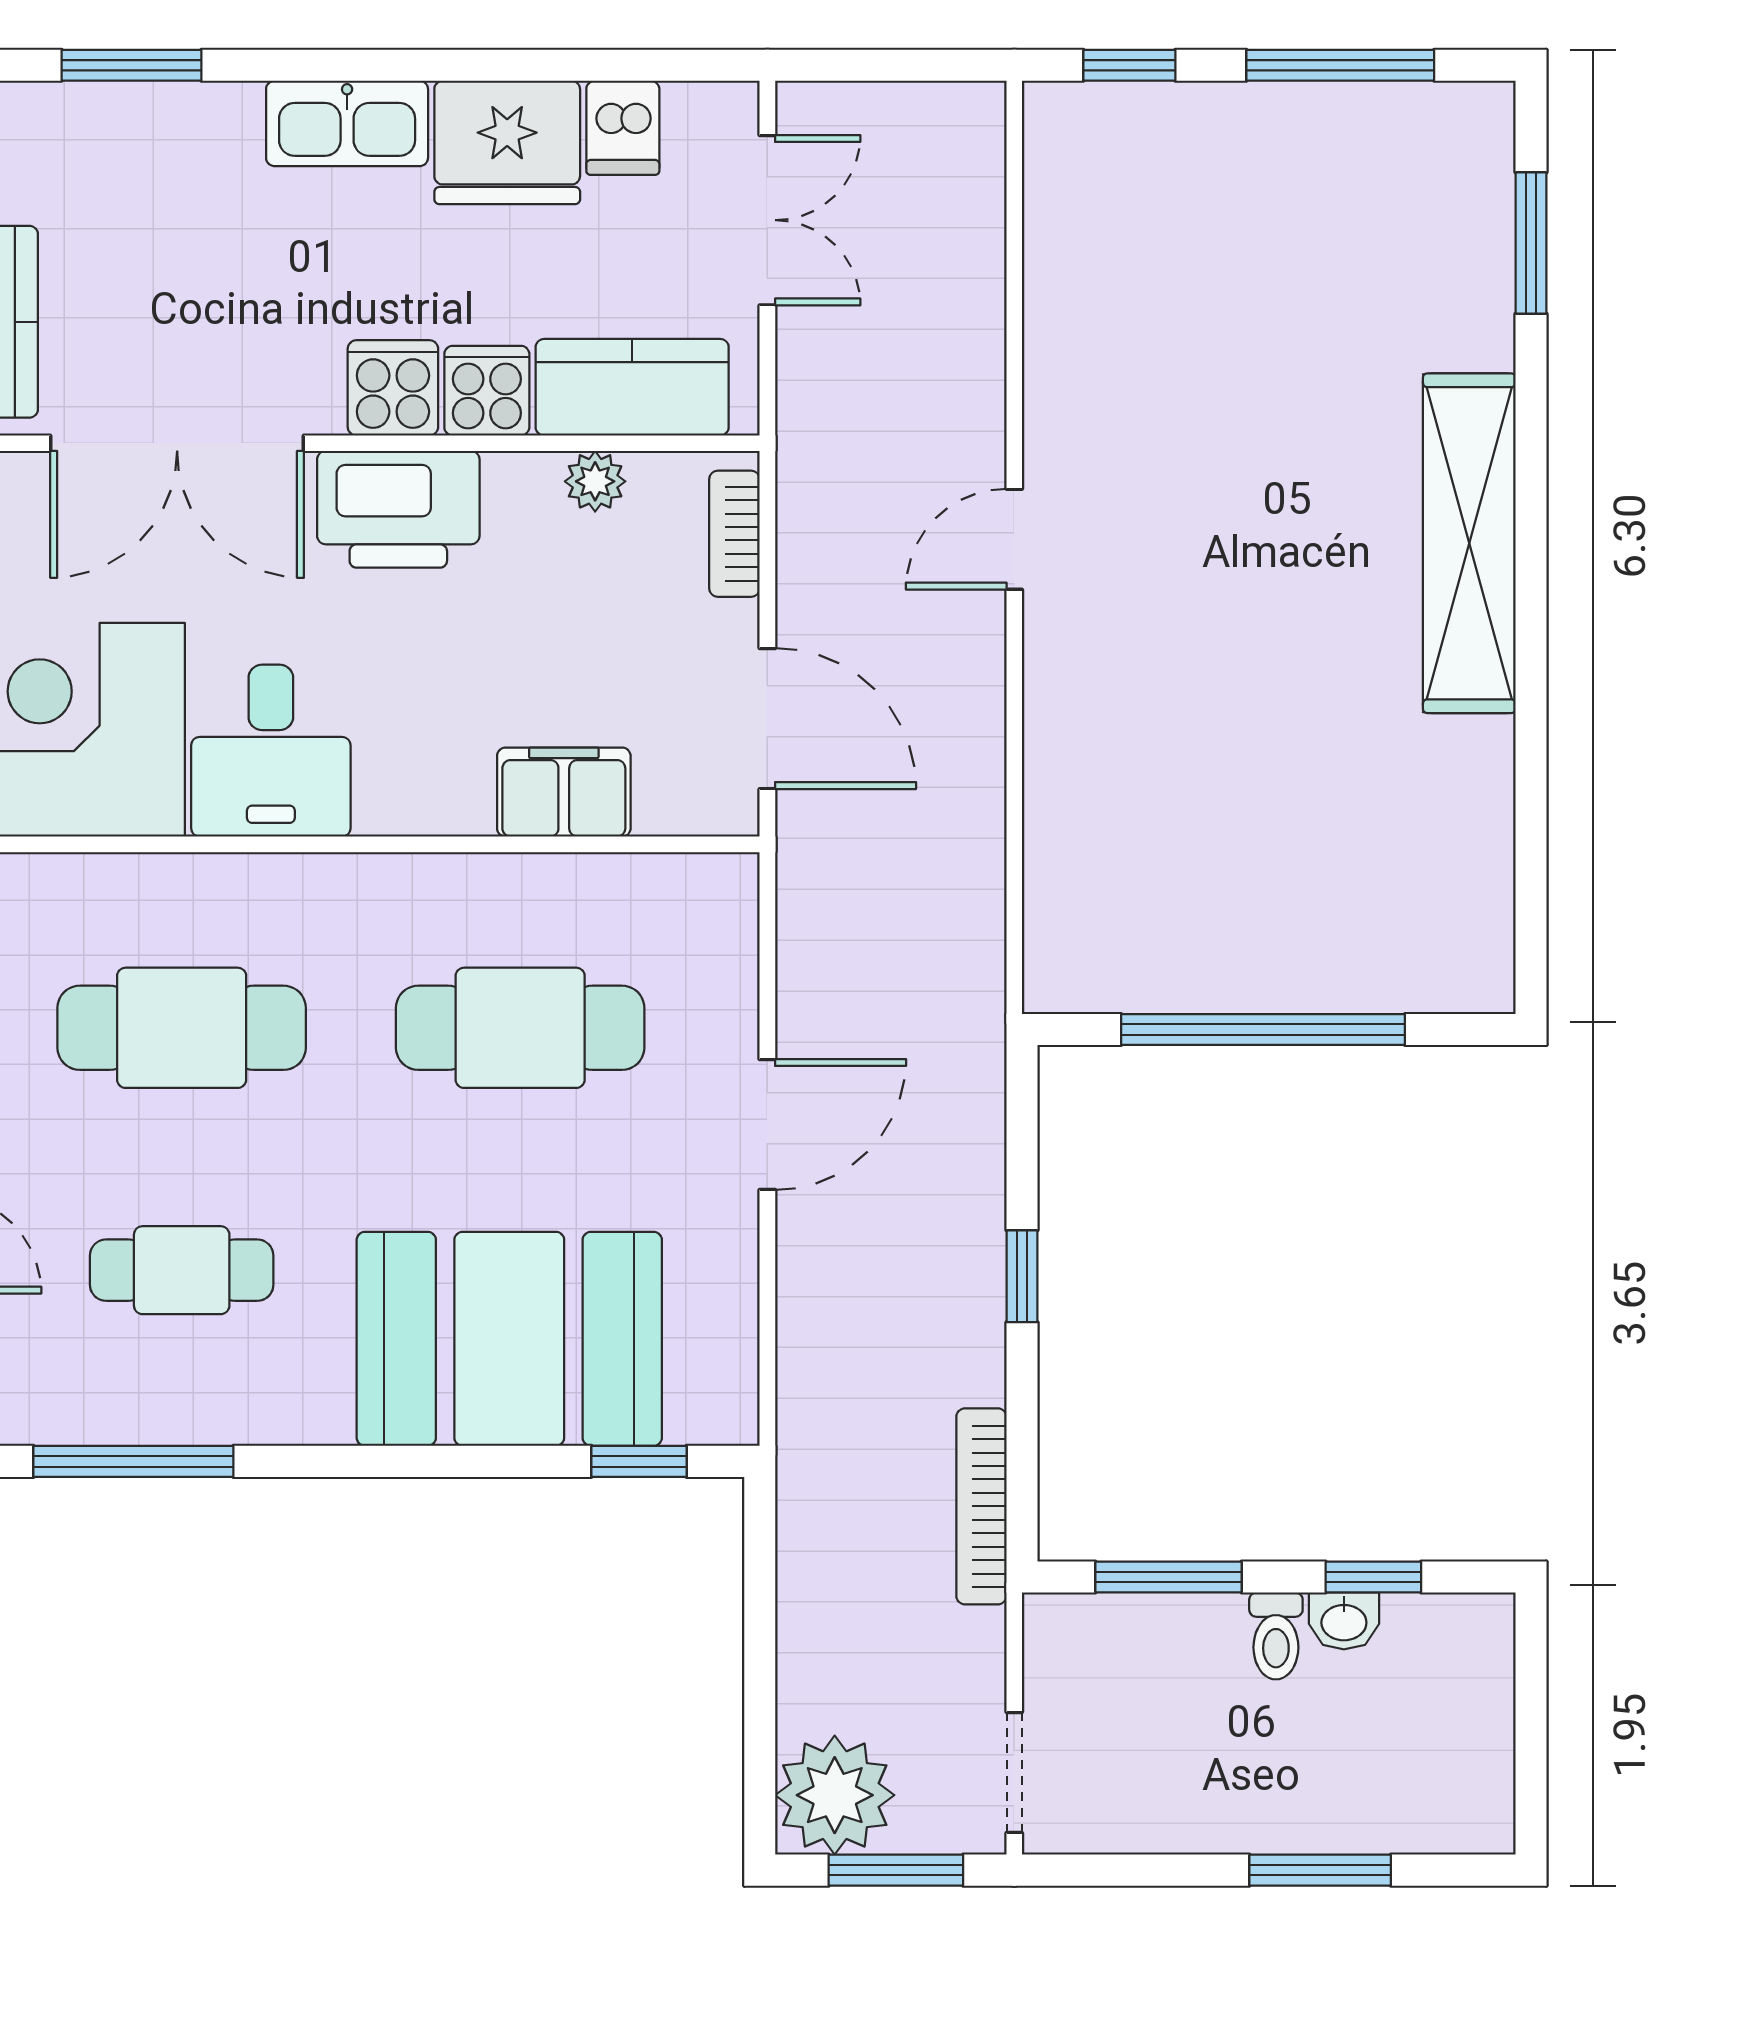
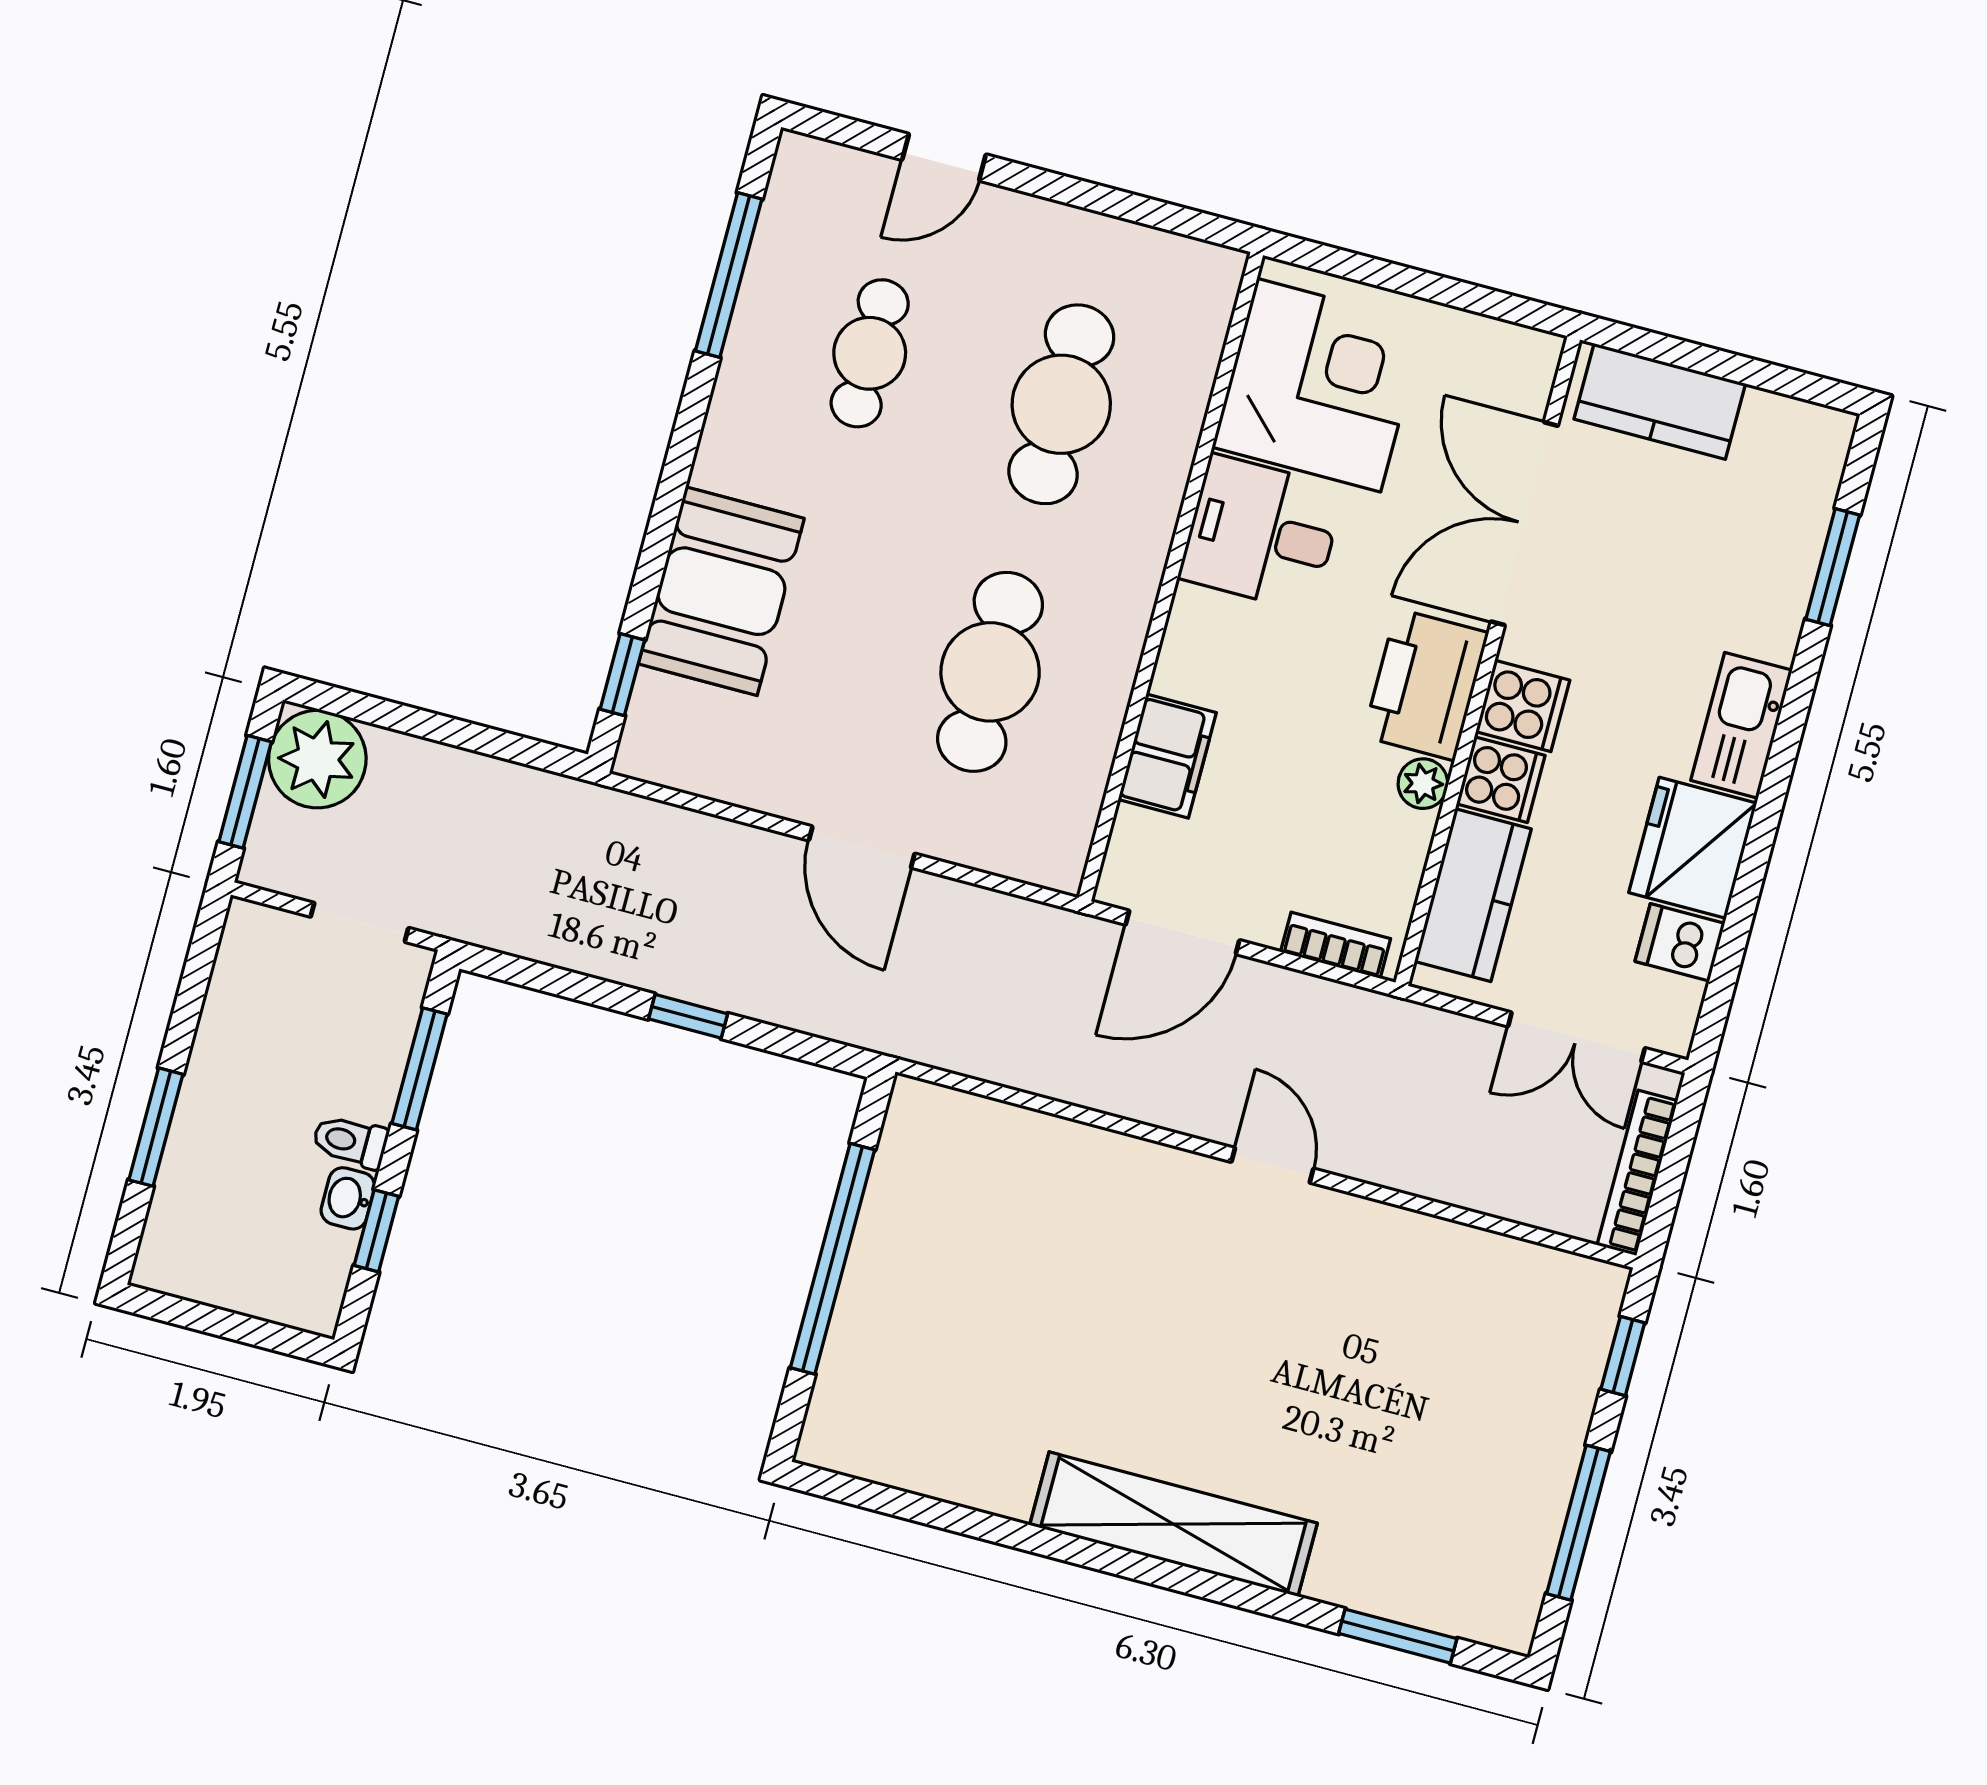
plant: (595, 481) -> (1423, 784), moved
booth: (509, 1339) -> (721, 591), width x0.73, depth x0.70
bookcase: (981, 1506) -> (1637, 1173), moved, turned -90
doorway: (1014, 1772) -> (360, 922), moved

